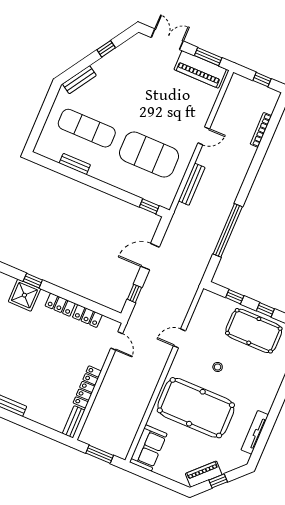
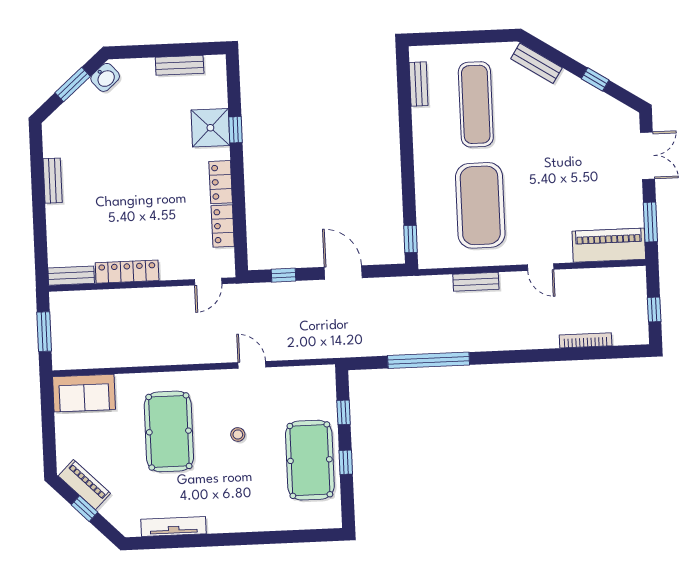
piano: (200, 69) -> (609, 245), moved, turned 90
bench: (75, 164) -> (419, 84), moved
bench: (192, 184) -> (476, 282), width x0.73
pool table: (196, 408) -> (169, 431), width x0.73, depth x0.76

